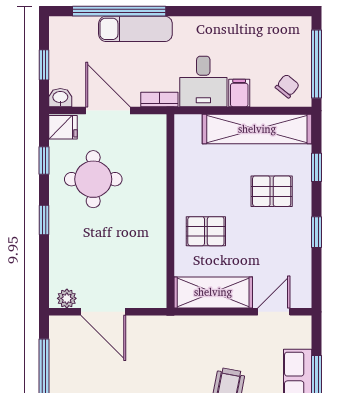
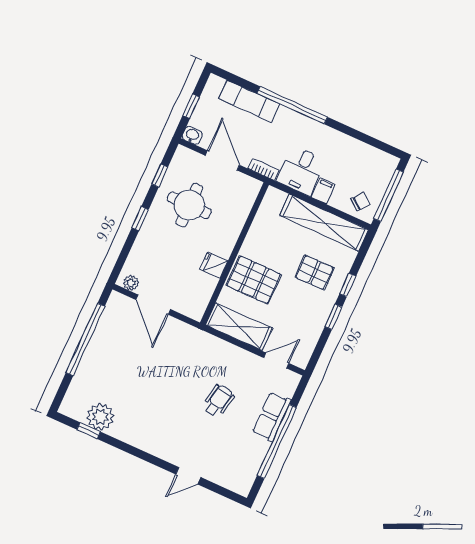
window: (119, 11) -> (292, 105), moved
exam couch: (135, 29) -> (249, 101), moved
fridge: (63, 127) -> (214, 265), moved, turned 180
window: (316, 167) -> (348, 285), moved
pallet: (206, 231) -> (254, 280), width x1.50, depth x1.42

